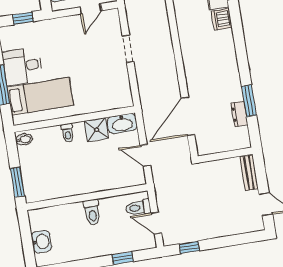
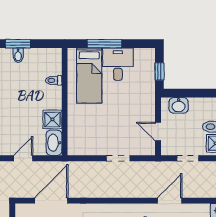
door: (188, 116) -> (51, 201), hinge flipped
toilet: (68, 133) -> (54, 80), moved
bidet: (24, 139) -> (18, 55), moved

